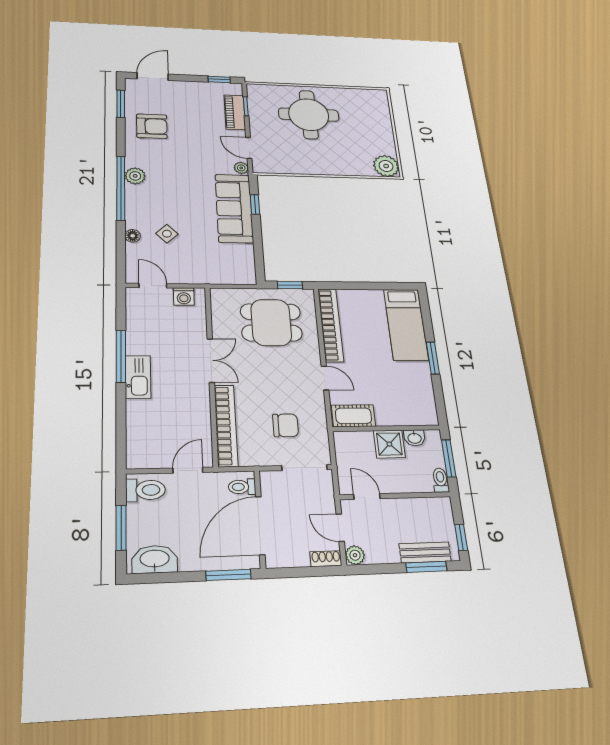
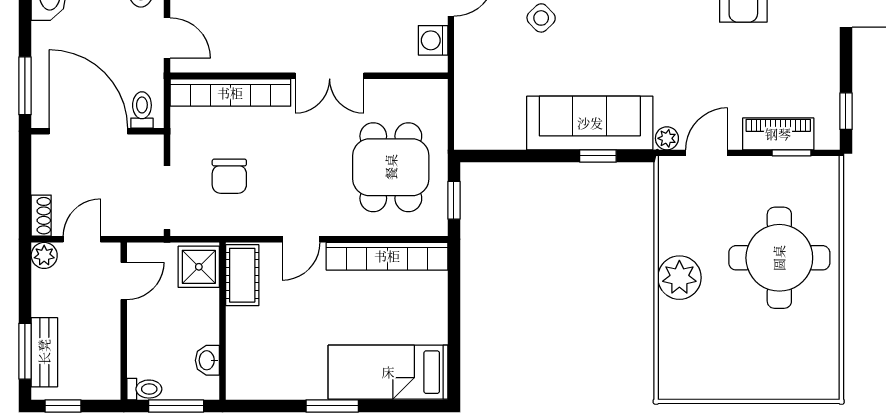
plant: (386, 166) -> (679, 278), moved
shower: (389, 444) -> (199, 267), moved

